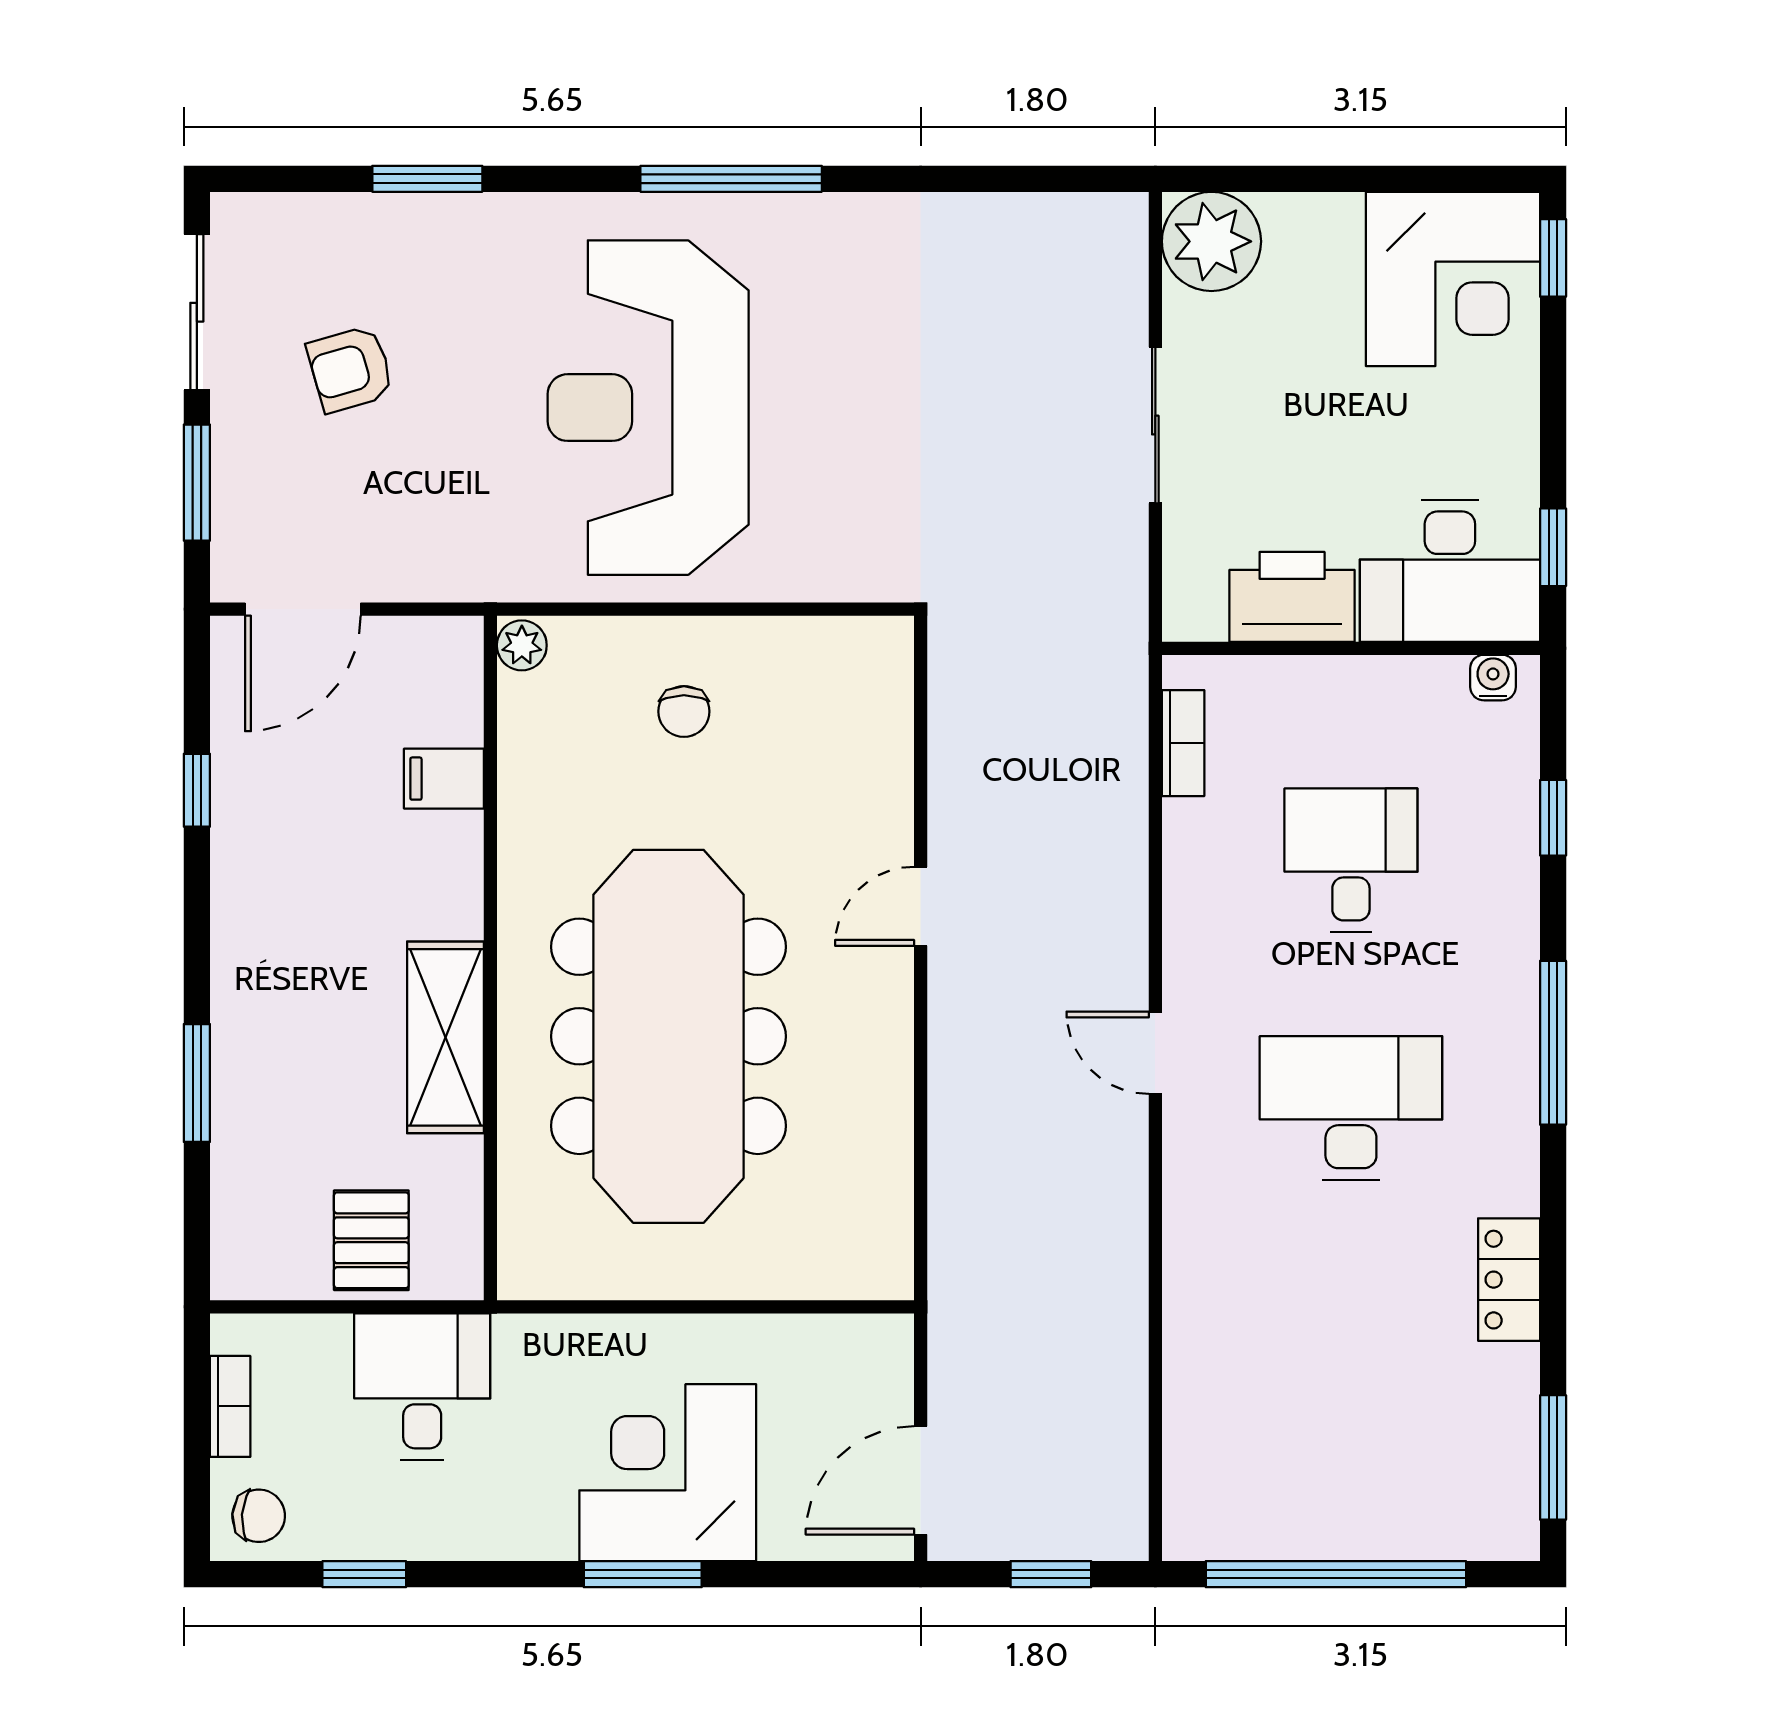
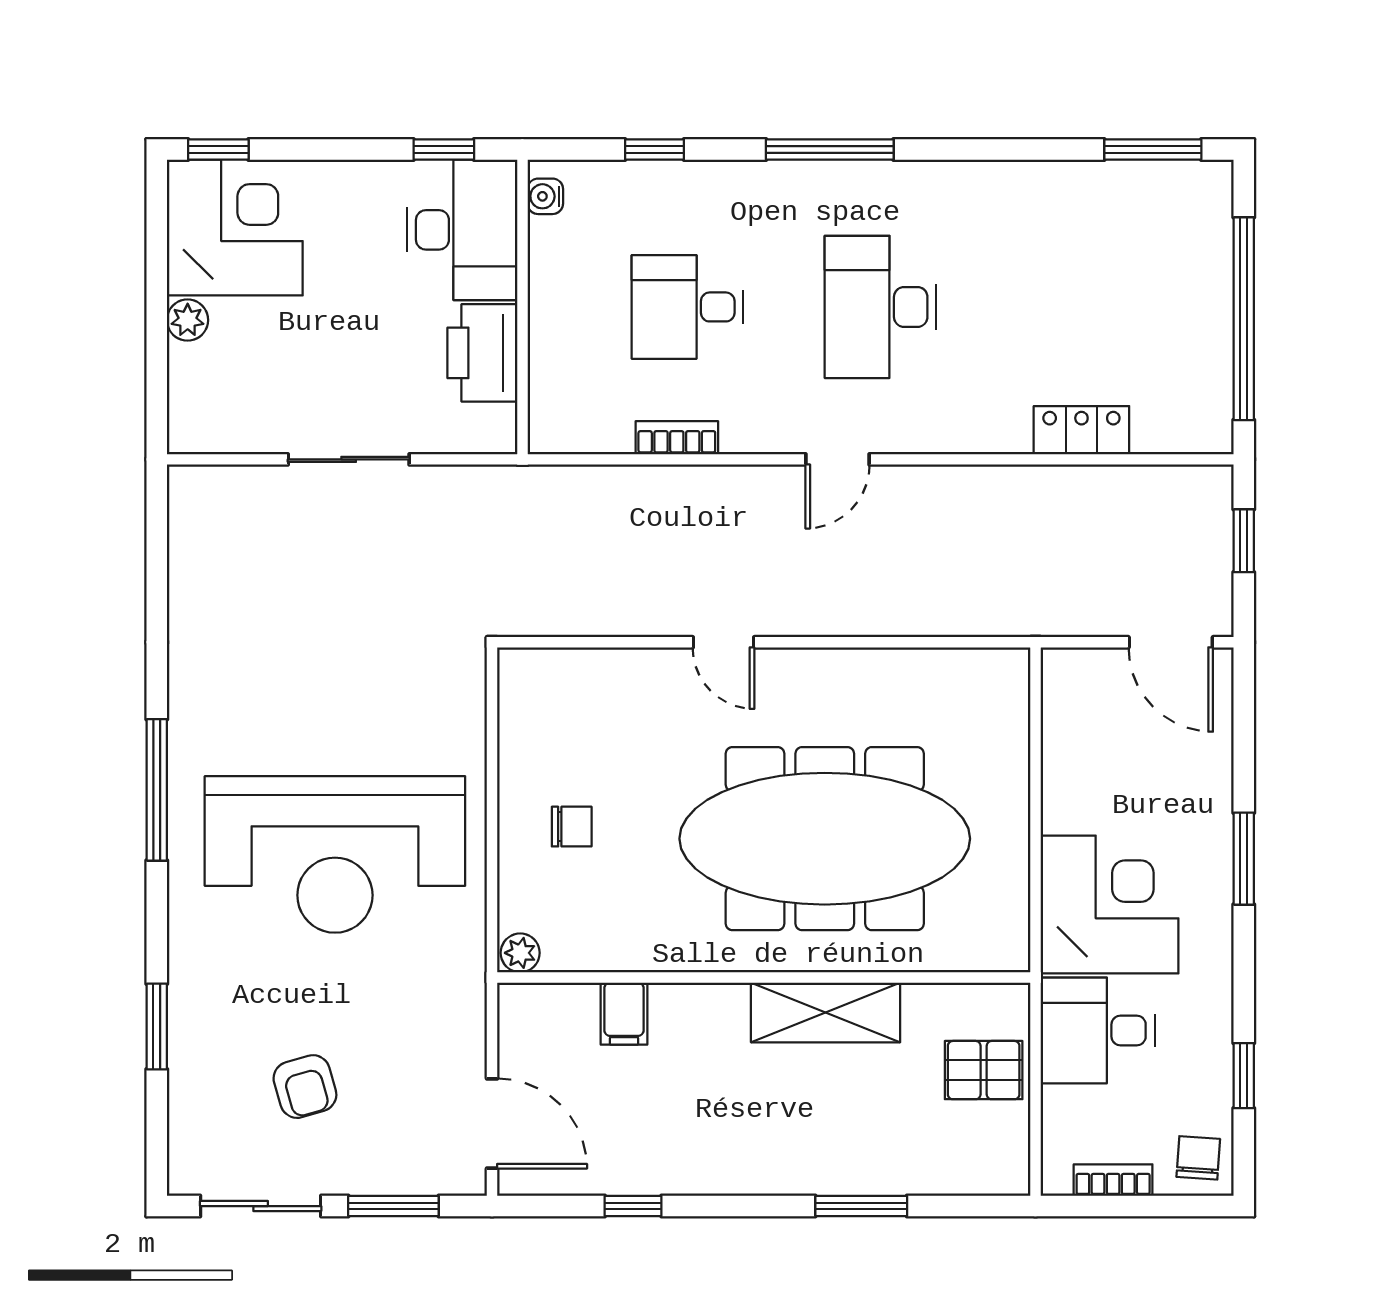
plant: (1211, 241) -> (188, 320), moved, width x0.53, depth x0.53
bookcase: (1183, 743) -> (677, 438), moved
locker: (1509, 1280) -> (1081, 430), moved, turned 180
corner desk: (668, 1473) -> (1109, 905), moved, turned 180

